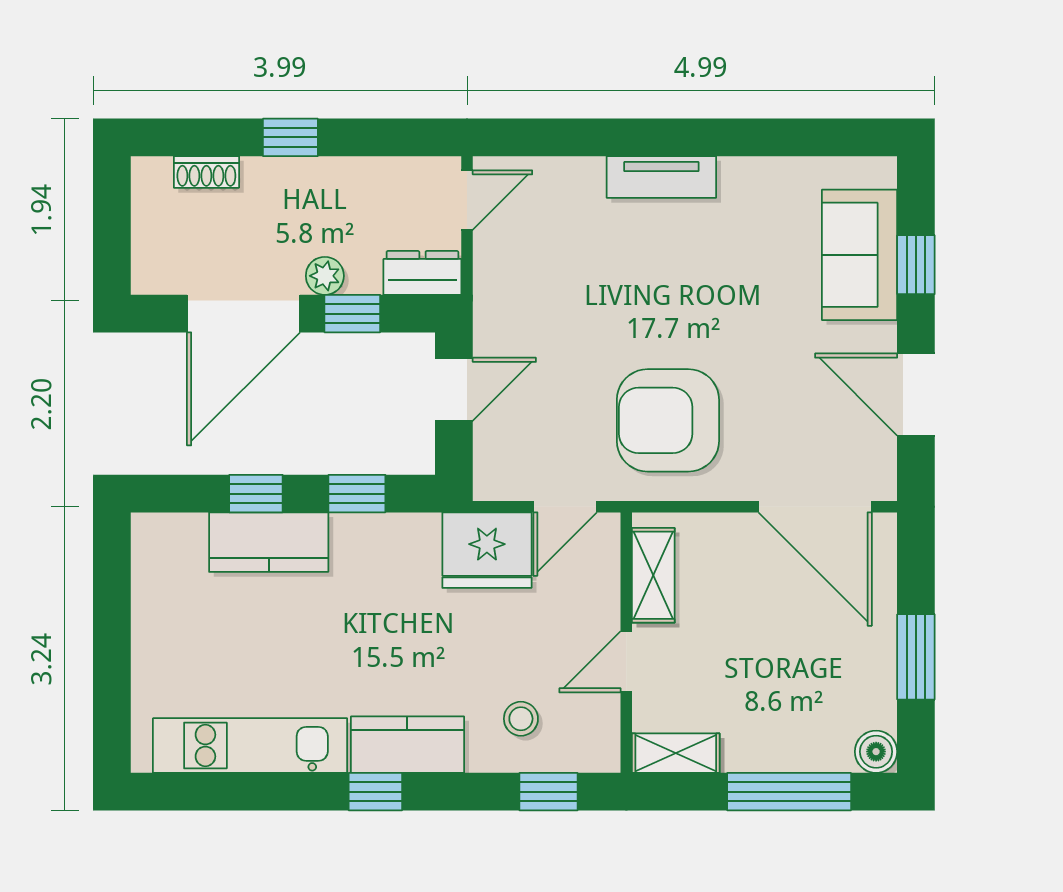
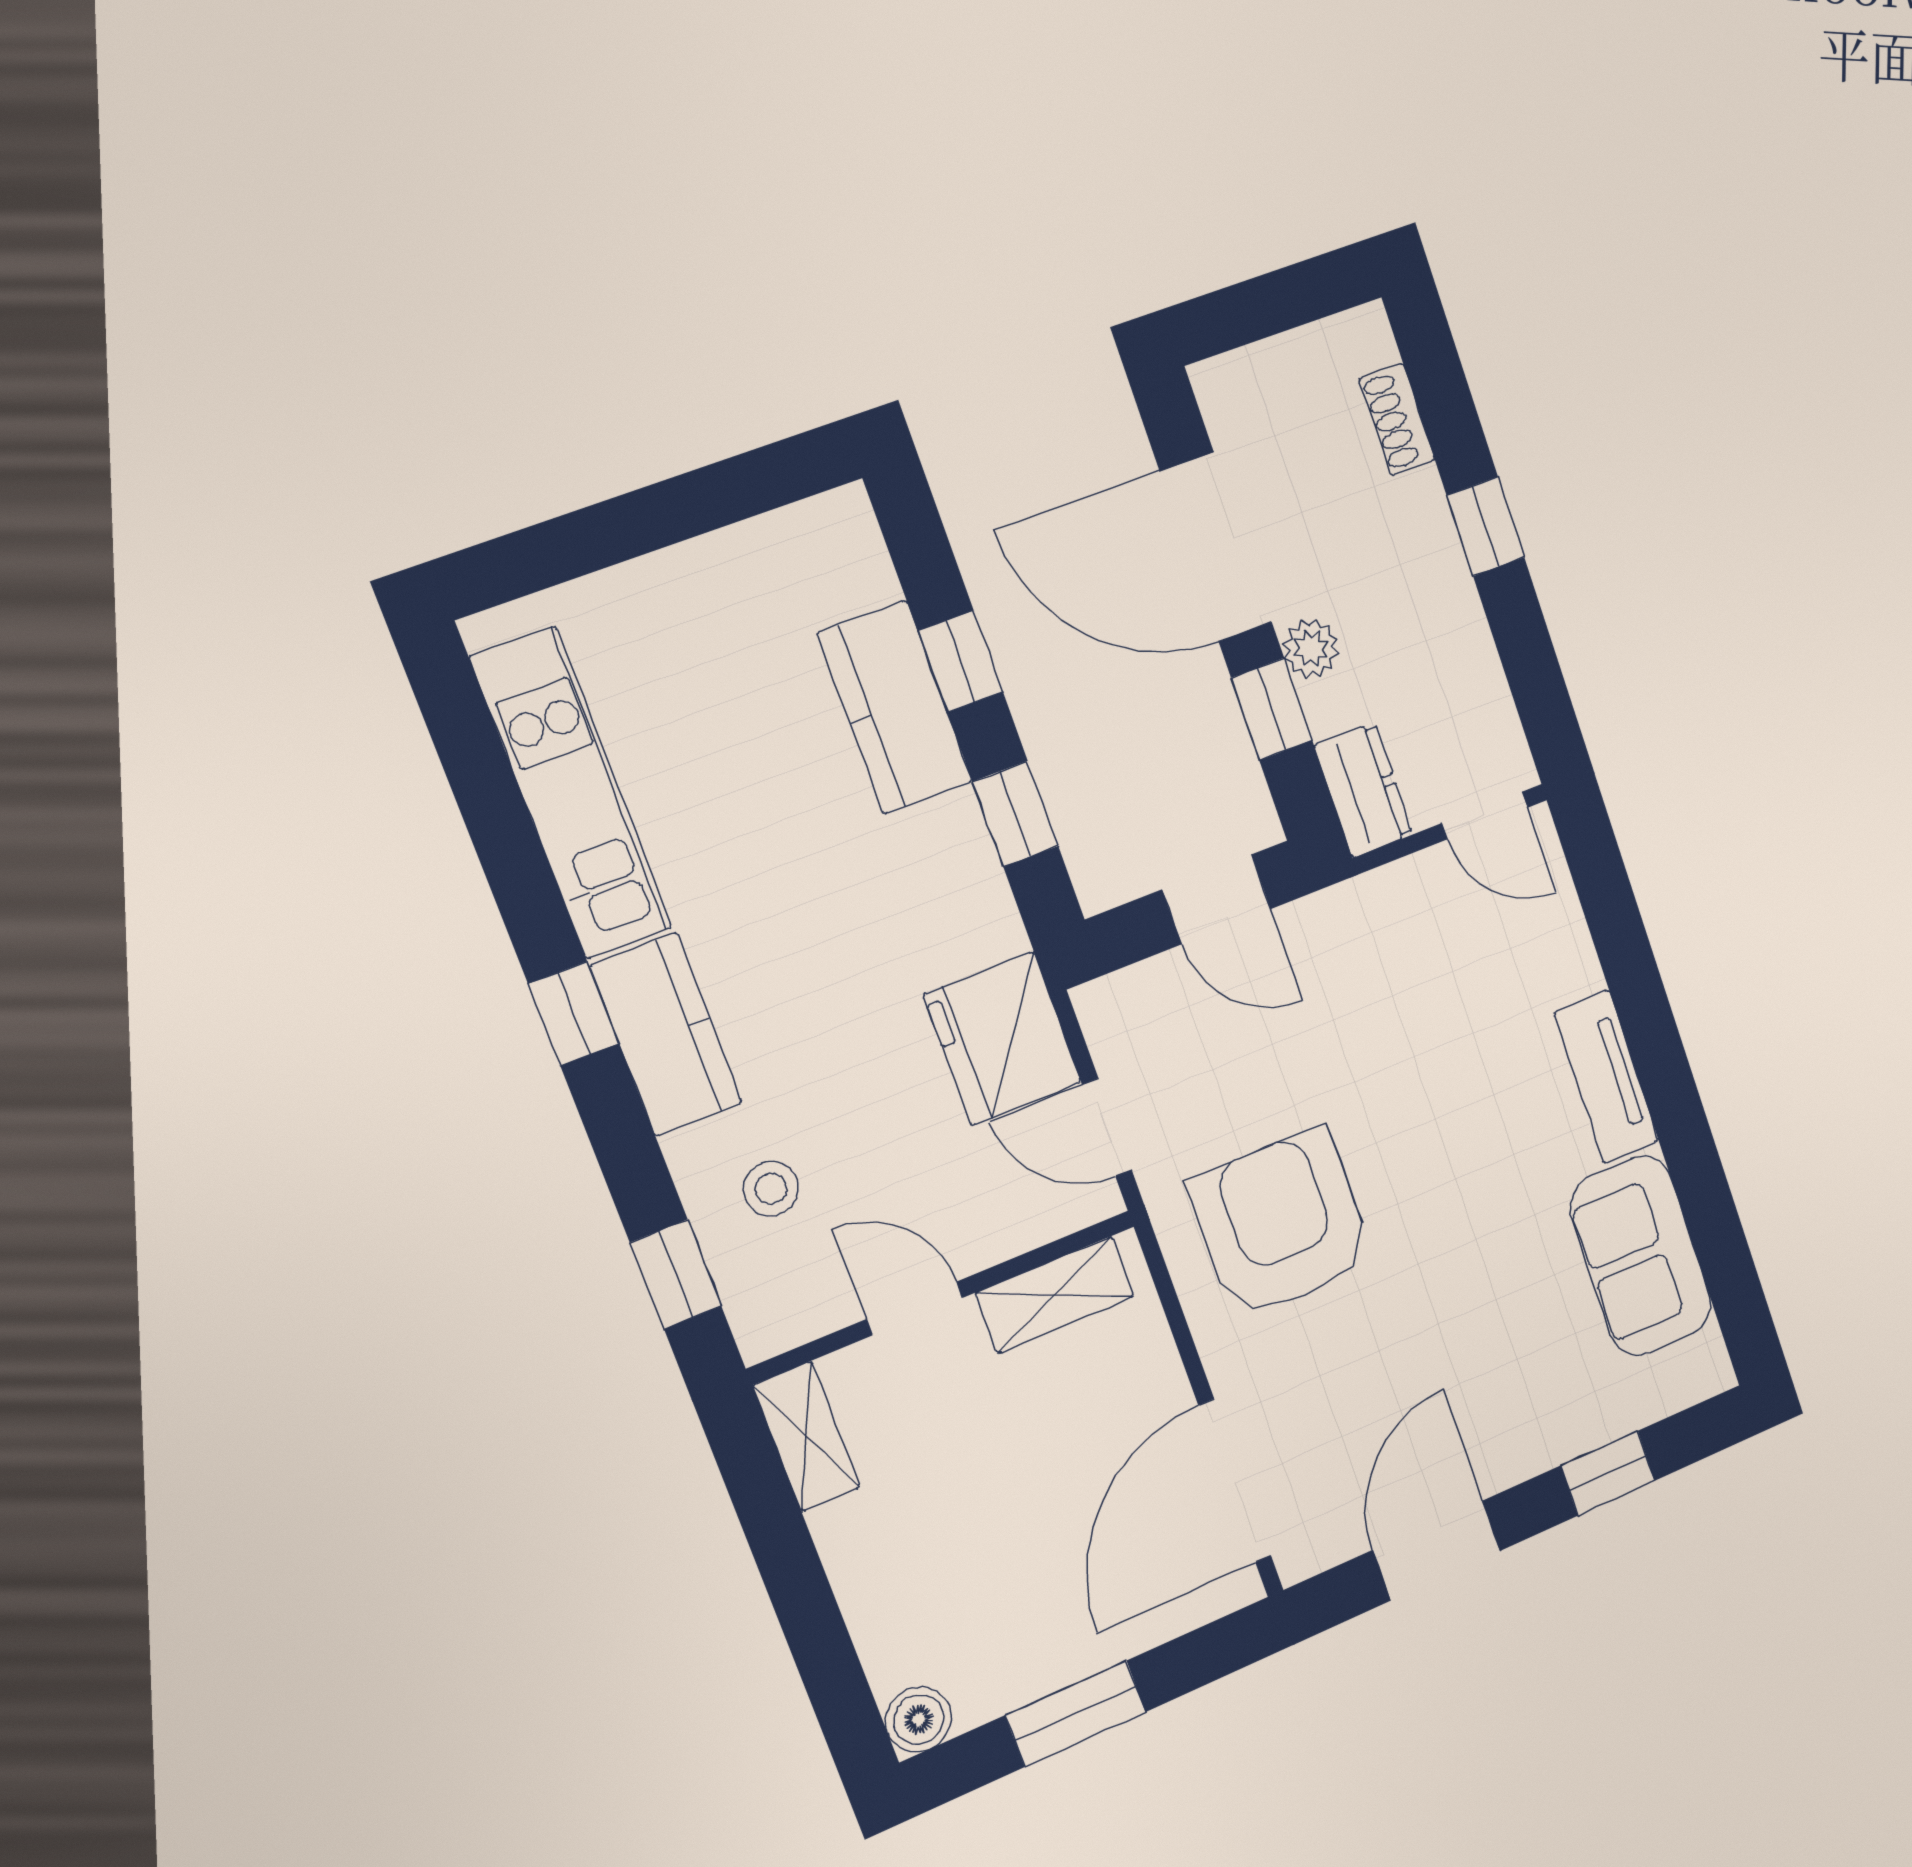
sofa: (860, 255) -> (1641, 1256), moved, turned -90
window: (789, 792) -> (812, 1623), removed

